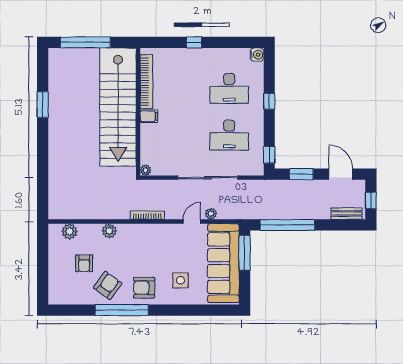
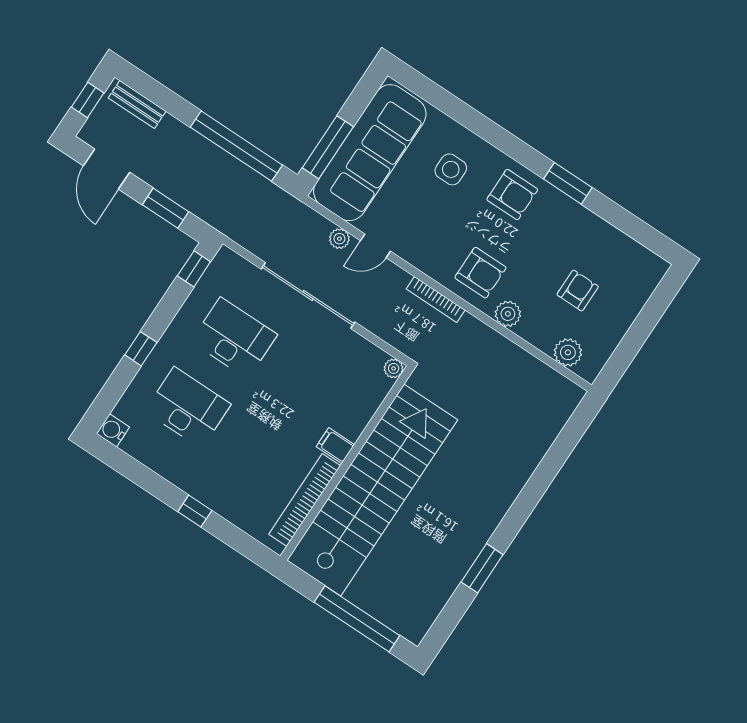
armchair: (108, 285) -> (480, 273), moved, turned -126
window: (122, 310) -> (568, 183), width x0.47

